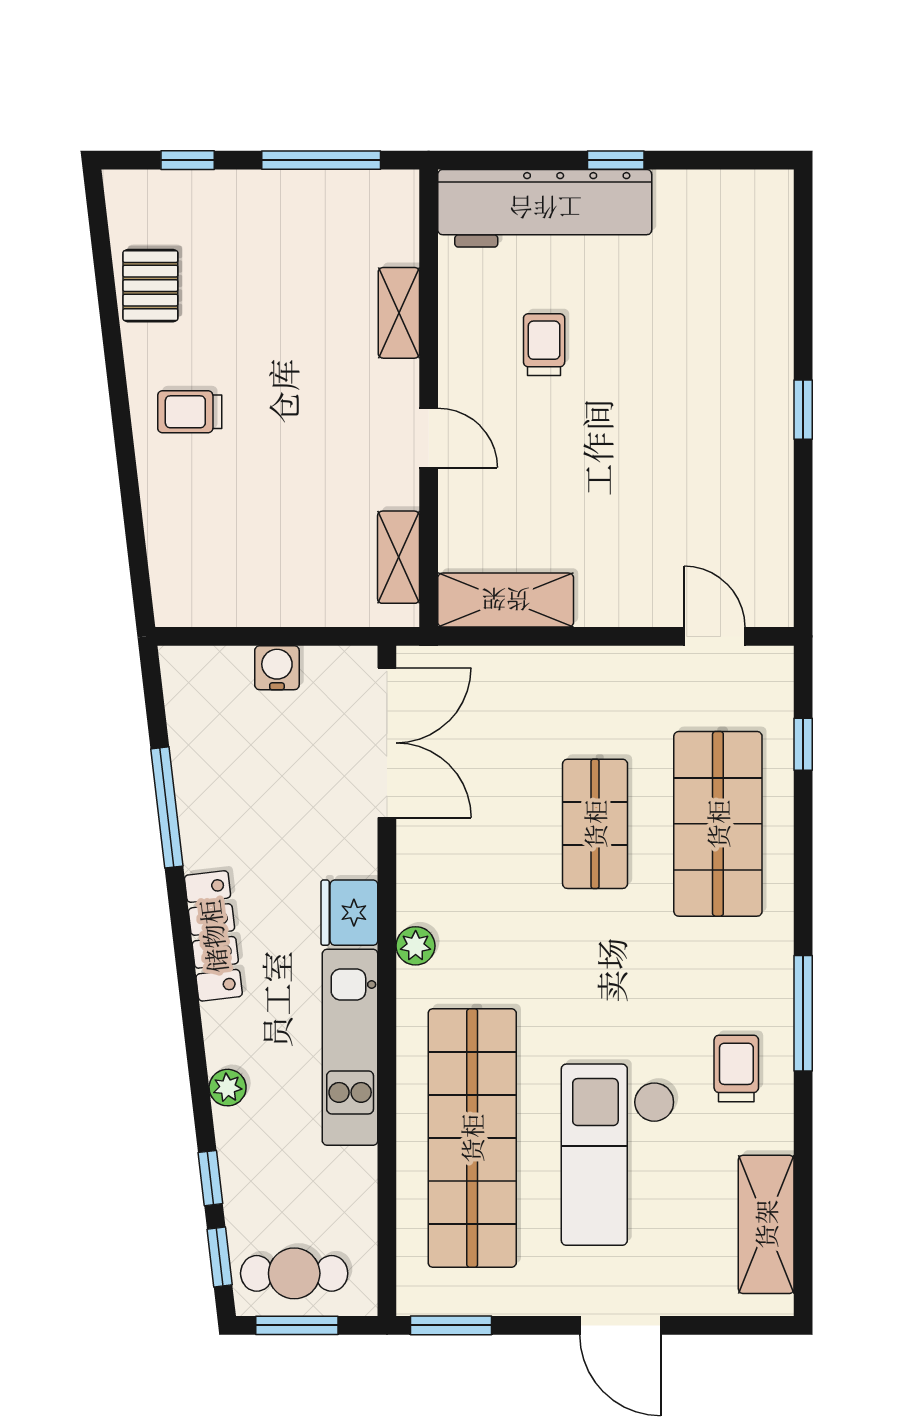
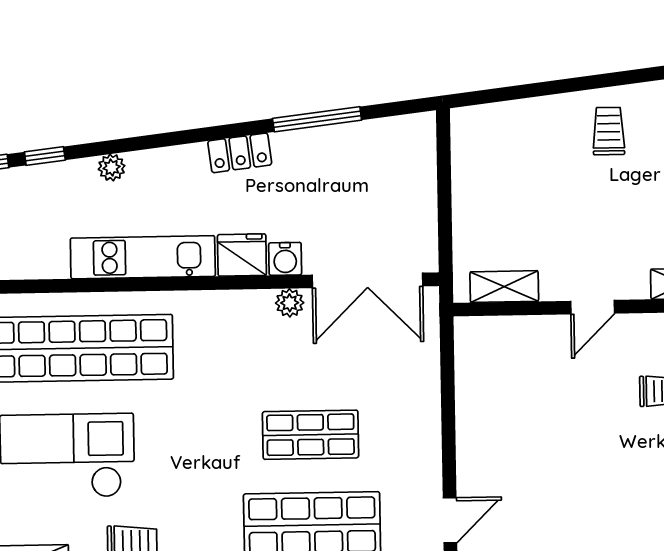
shelving: (506, 600) -> (474, 366), removed
water cooler: (277, 668) -> (285, 259), moved, turned 90
locker: (213, 936) -> (240, 153), width x0.66
plant: (416, 946) -> (290, 303), moved

